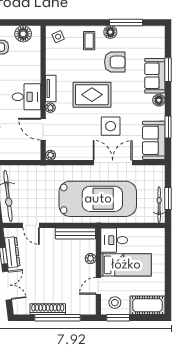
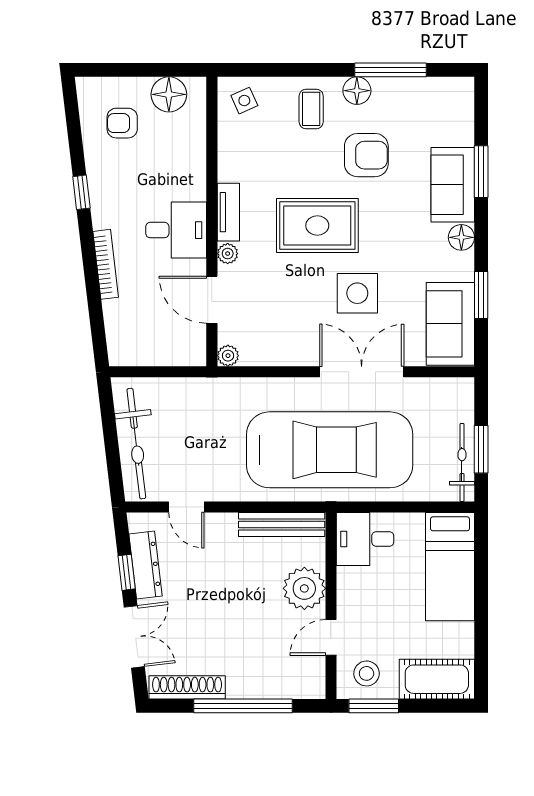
plant: (91, 259) -> (304, 588), width x1.87, depth x1.87
bed: (126, 265) -> (450, 567), moved, turned 90
shoe rack: (48, 309) -> (187, 687), moved

